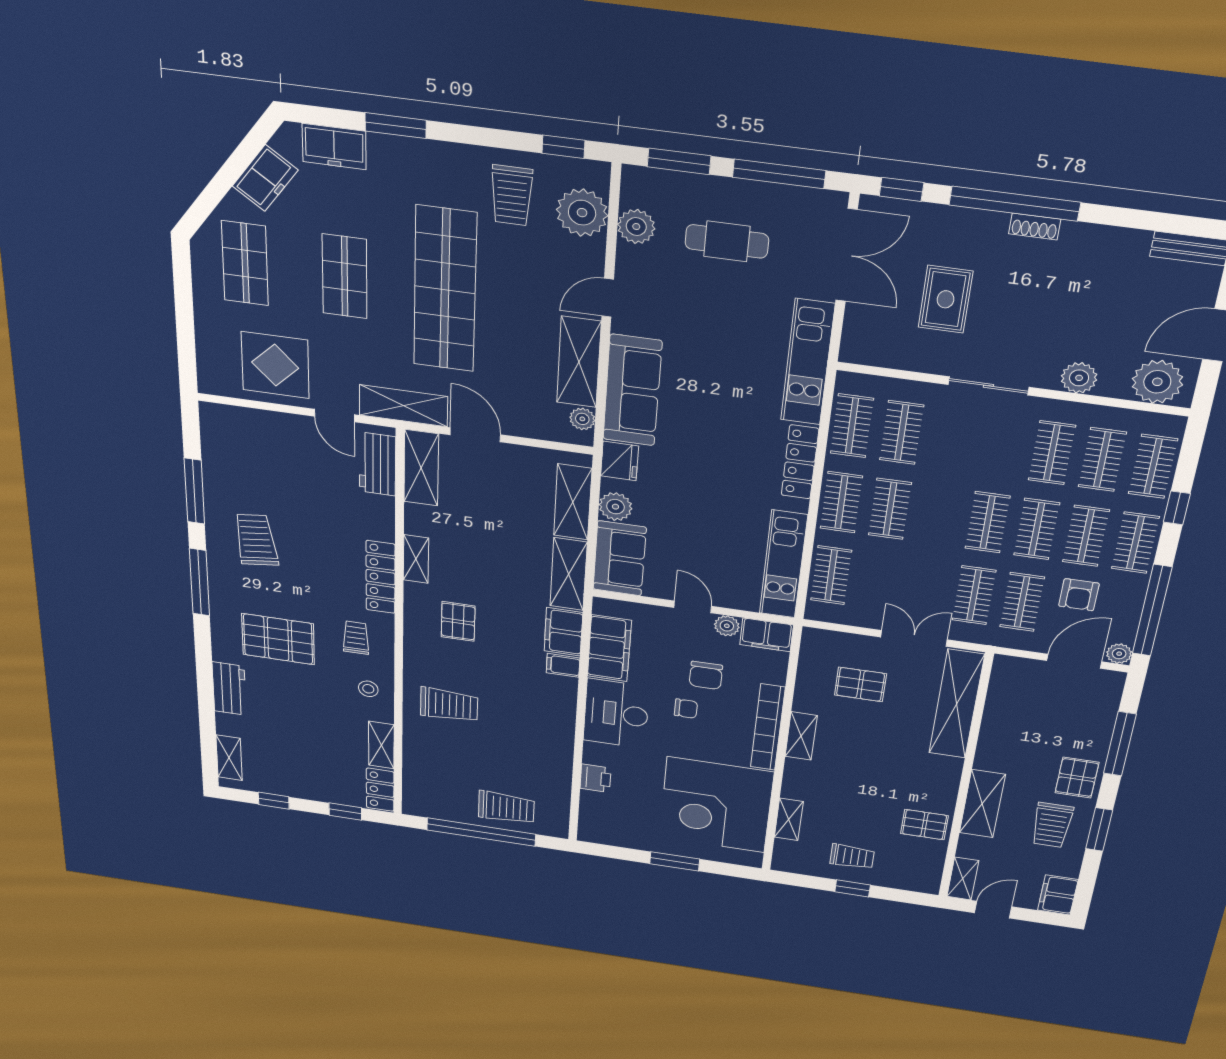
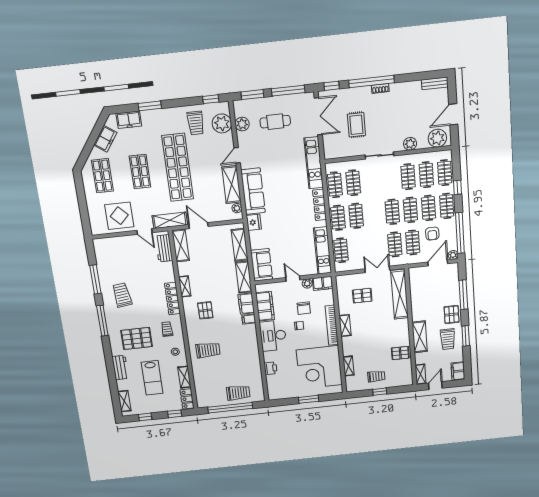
plant: (615, 507) -> (256, 242), removed
lab bench: (303, 728) -> (152, 378), added

